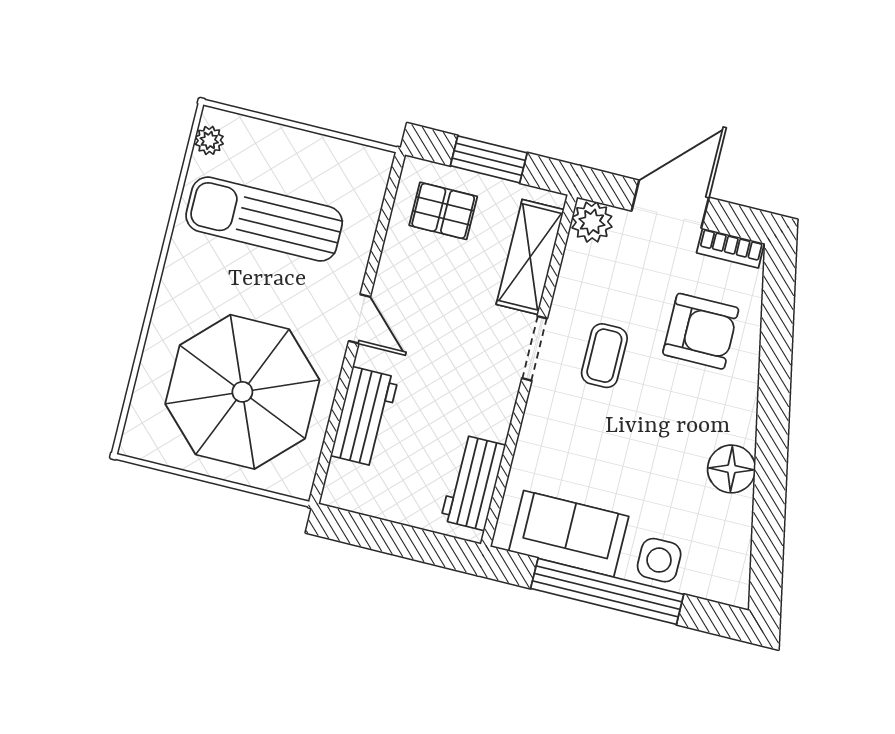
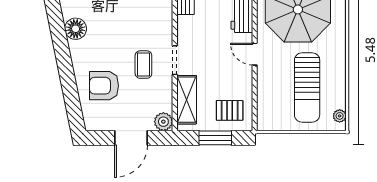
sun lounger: (264, 219) -> (307, 87), turned 90
bookcase: (730, 248) -> (100, 125), removed

